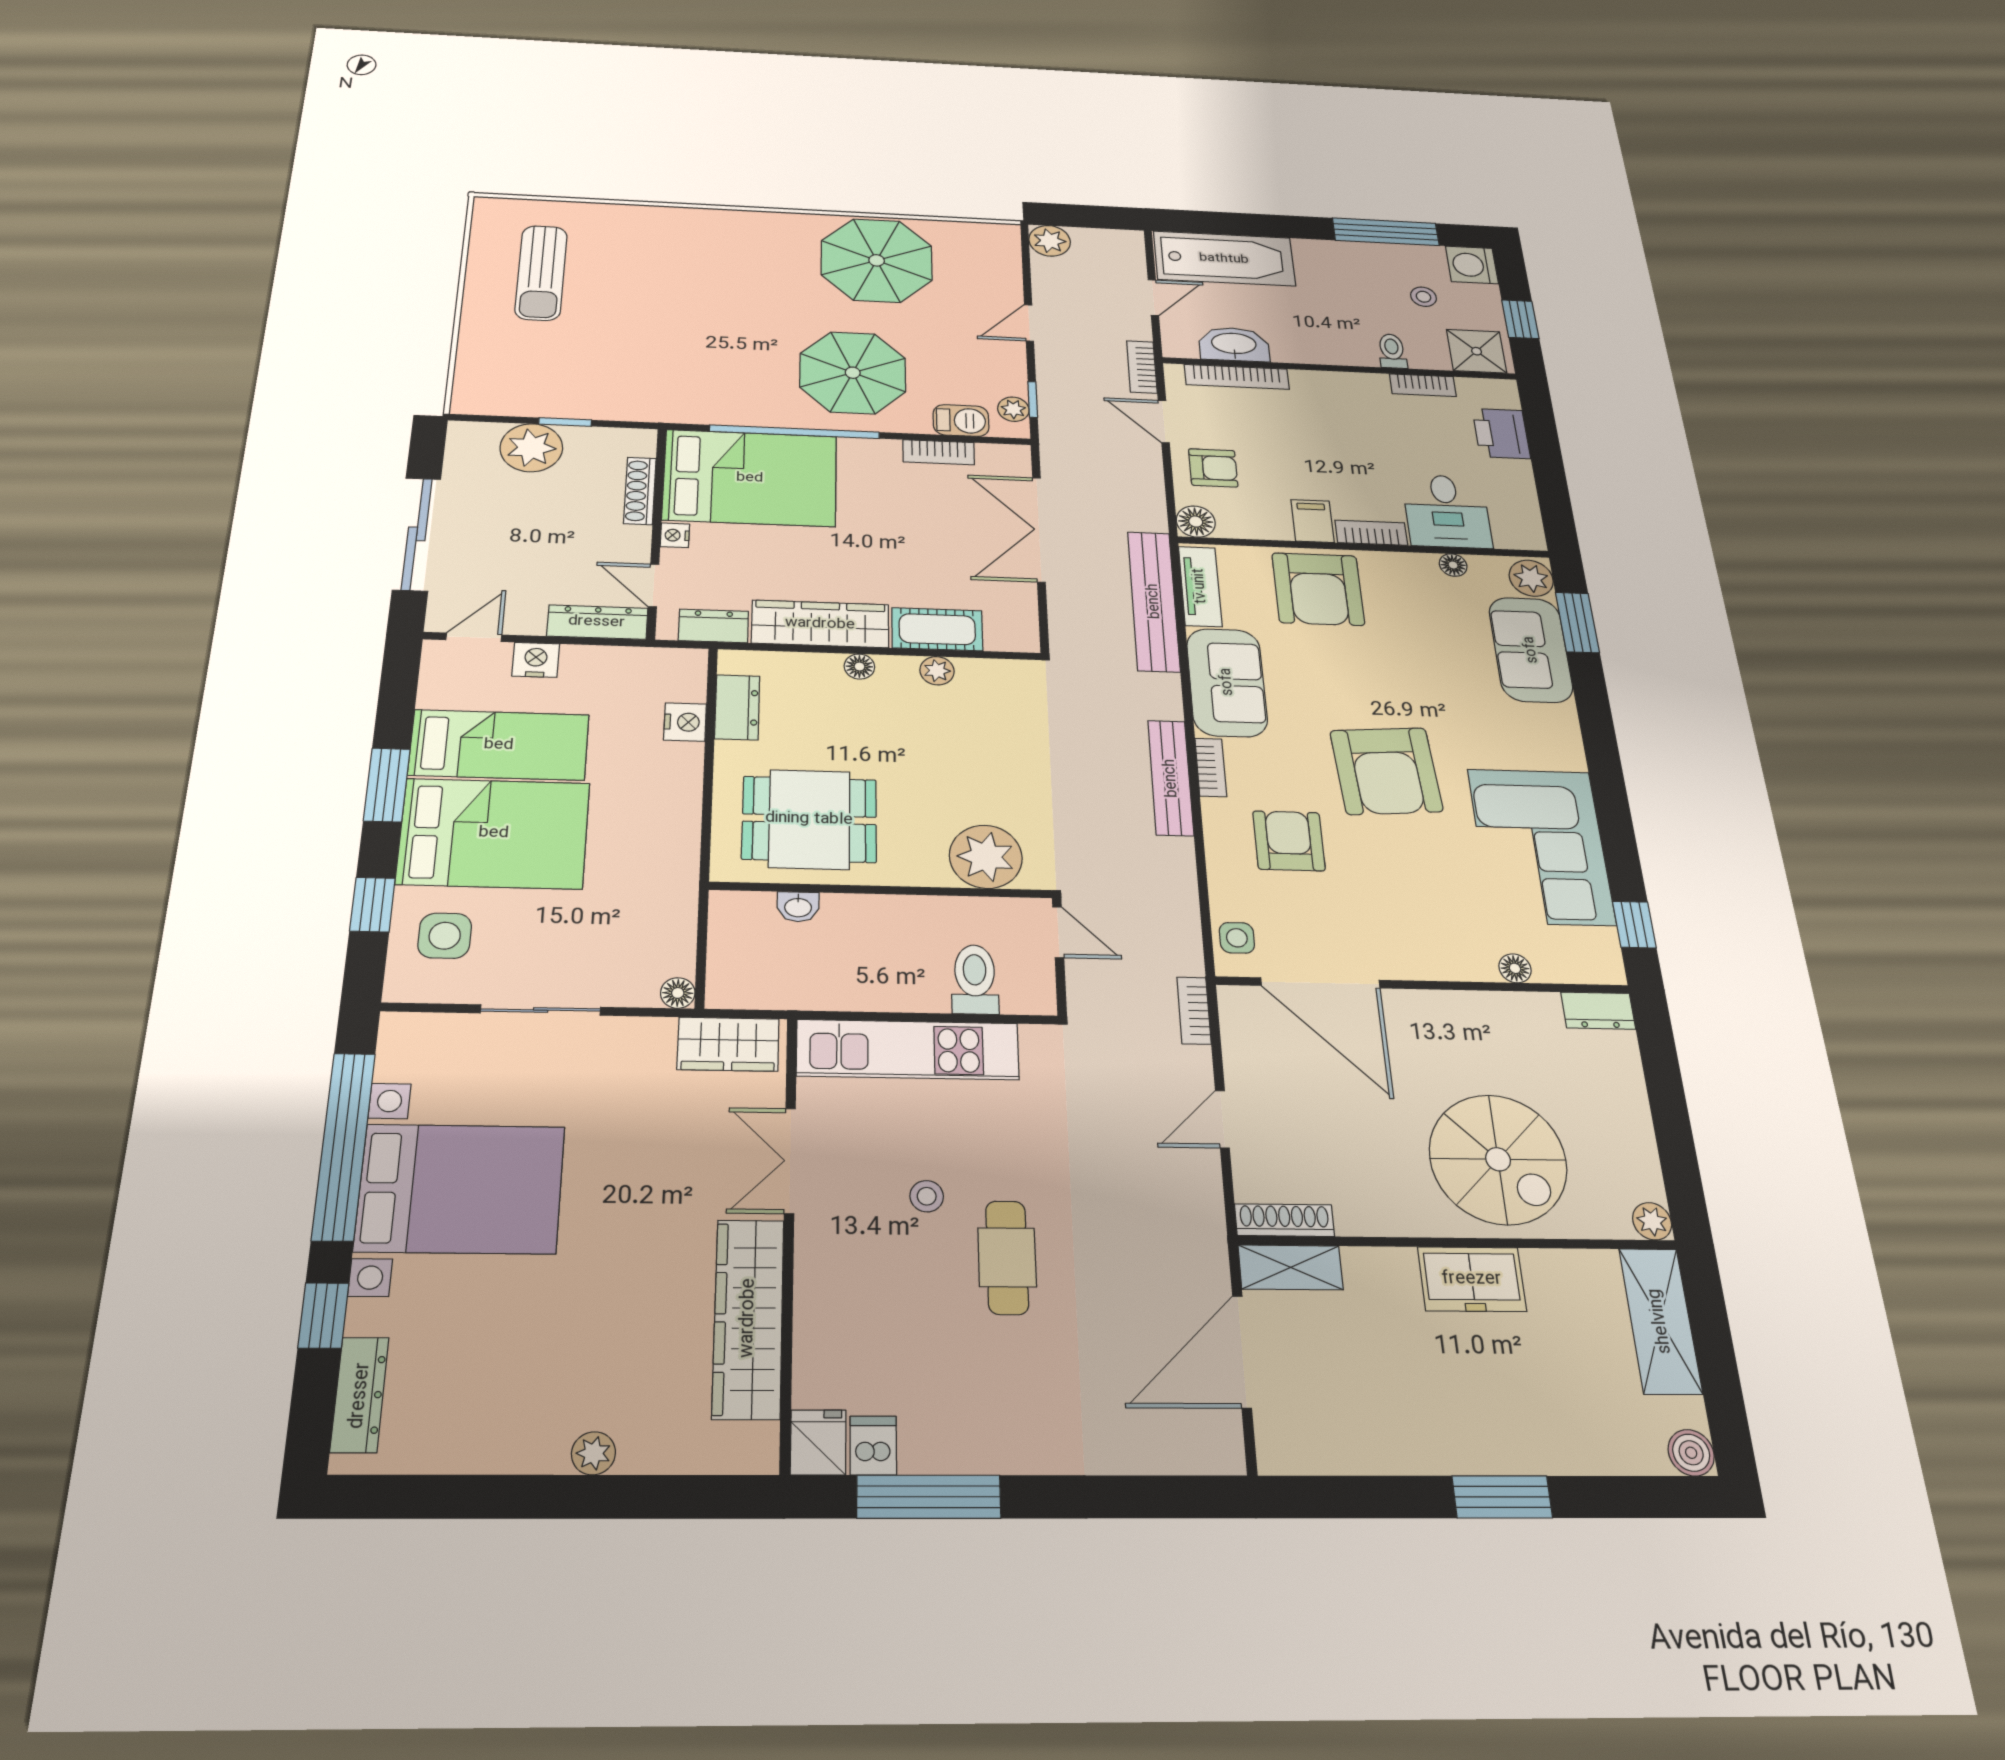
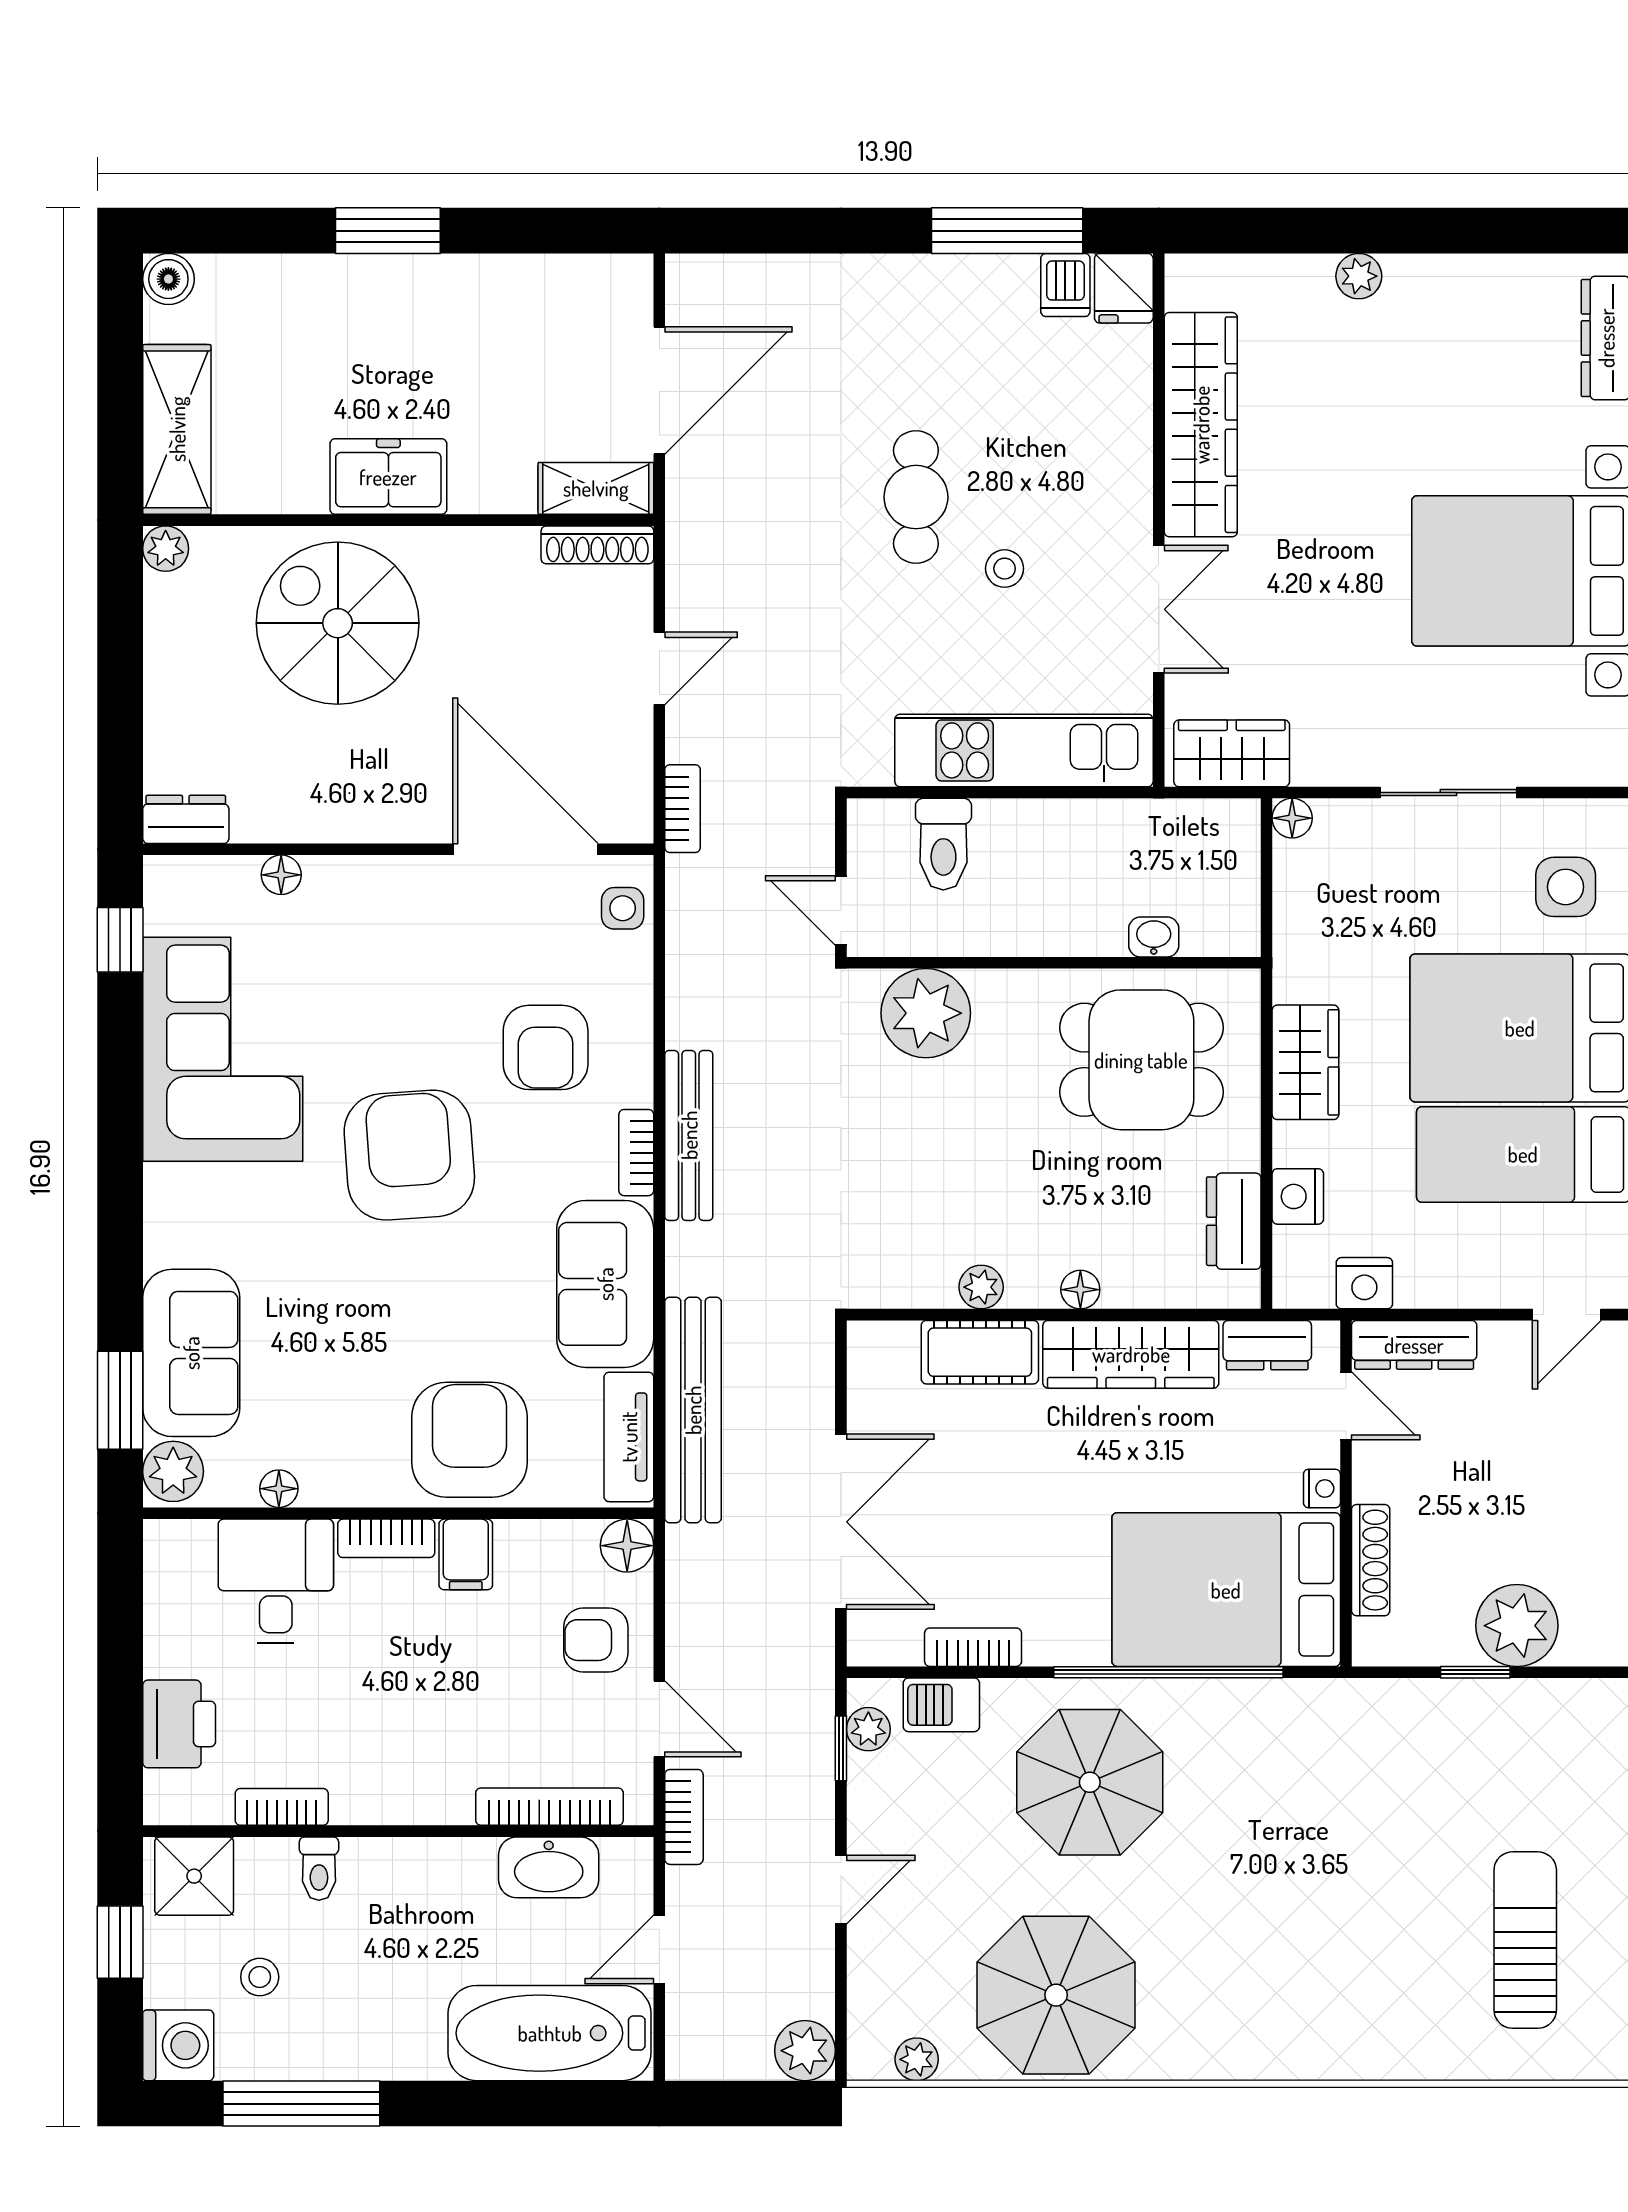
plant: (973, 233) -> (917, 2059), added
nightstand: (536, 660) -> (1364, 1283), moved
wardrobe: (675, 814) -> (1305, 1062), added

